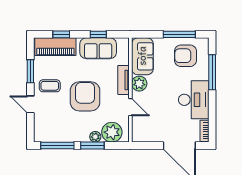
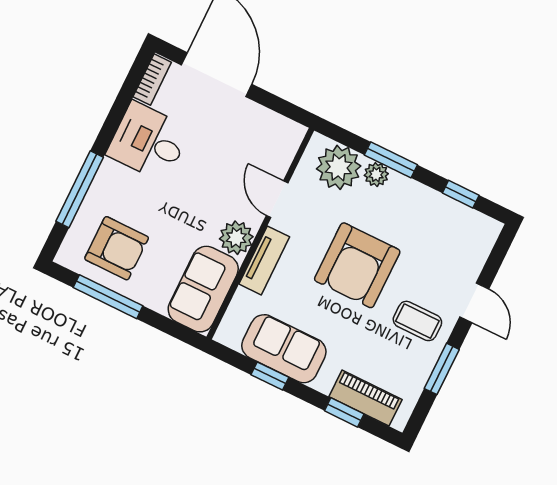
piano: (55, 47) -> (366, 398), width x0.73, depth x0.75
desk: (194, 100) -> (148, 142), width x0.73
window: (57, 145) -> (461, 194), width x0.46

